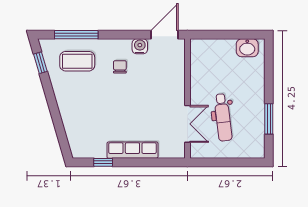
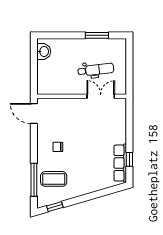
water cooler: (140, 46) -> (43, 132), removed
coffee table: (77, 61) -> (54, 179), turned 90
row of seats: (132, 150) -> (120, 163), moved

